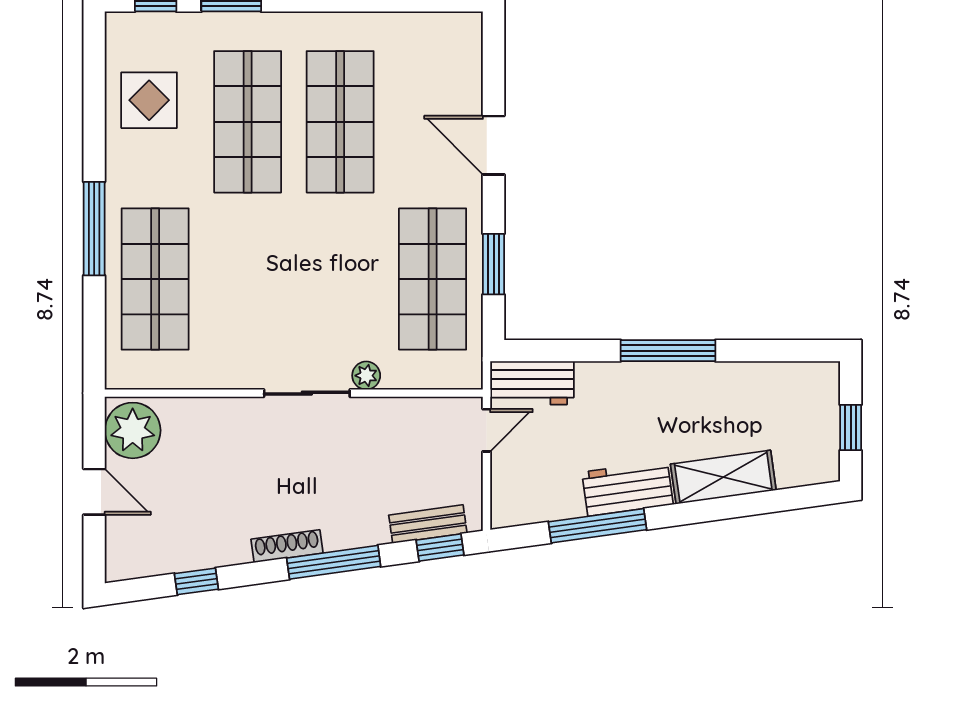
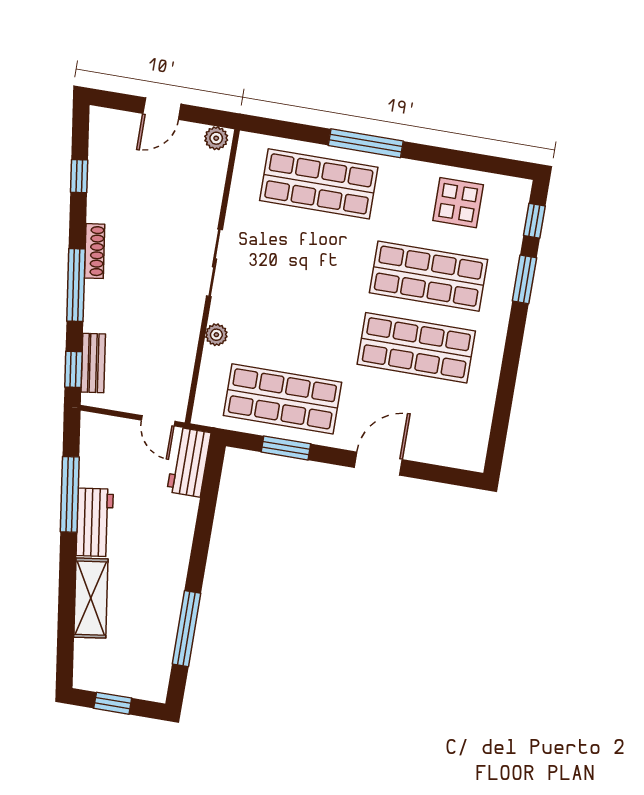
window: (668, 351) -> (186, 629), moved
sliding door: (307, 393) -> (215, 263), moved
plant: (133, 430) -> (216, 138), width x0.53, depth x0.53

